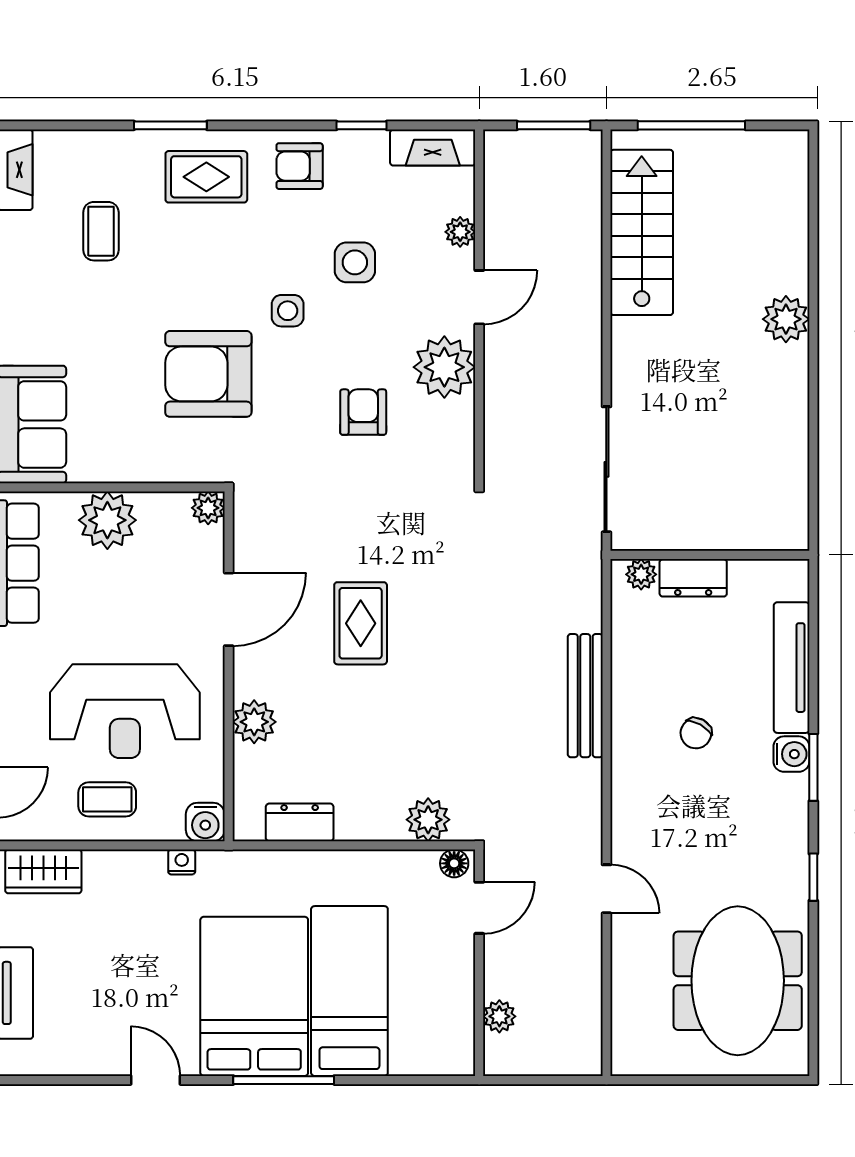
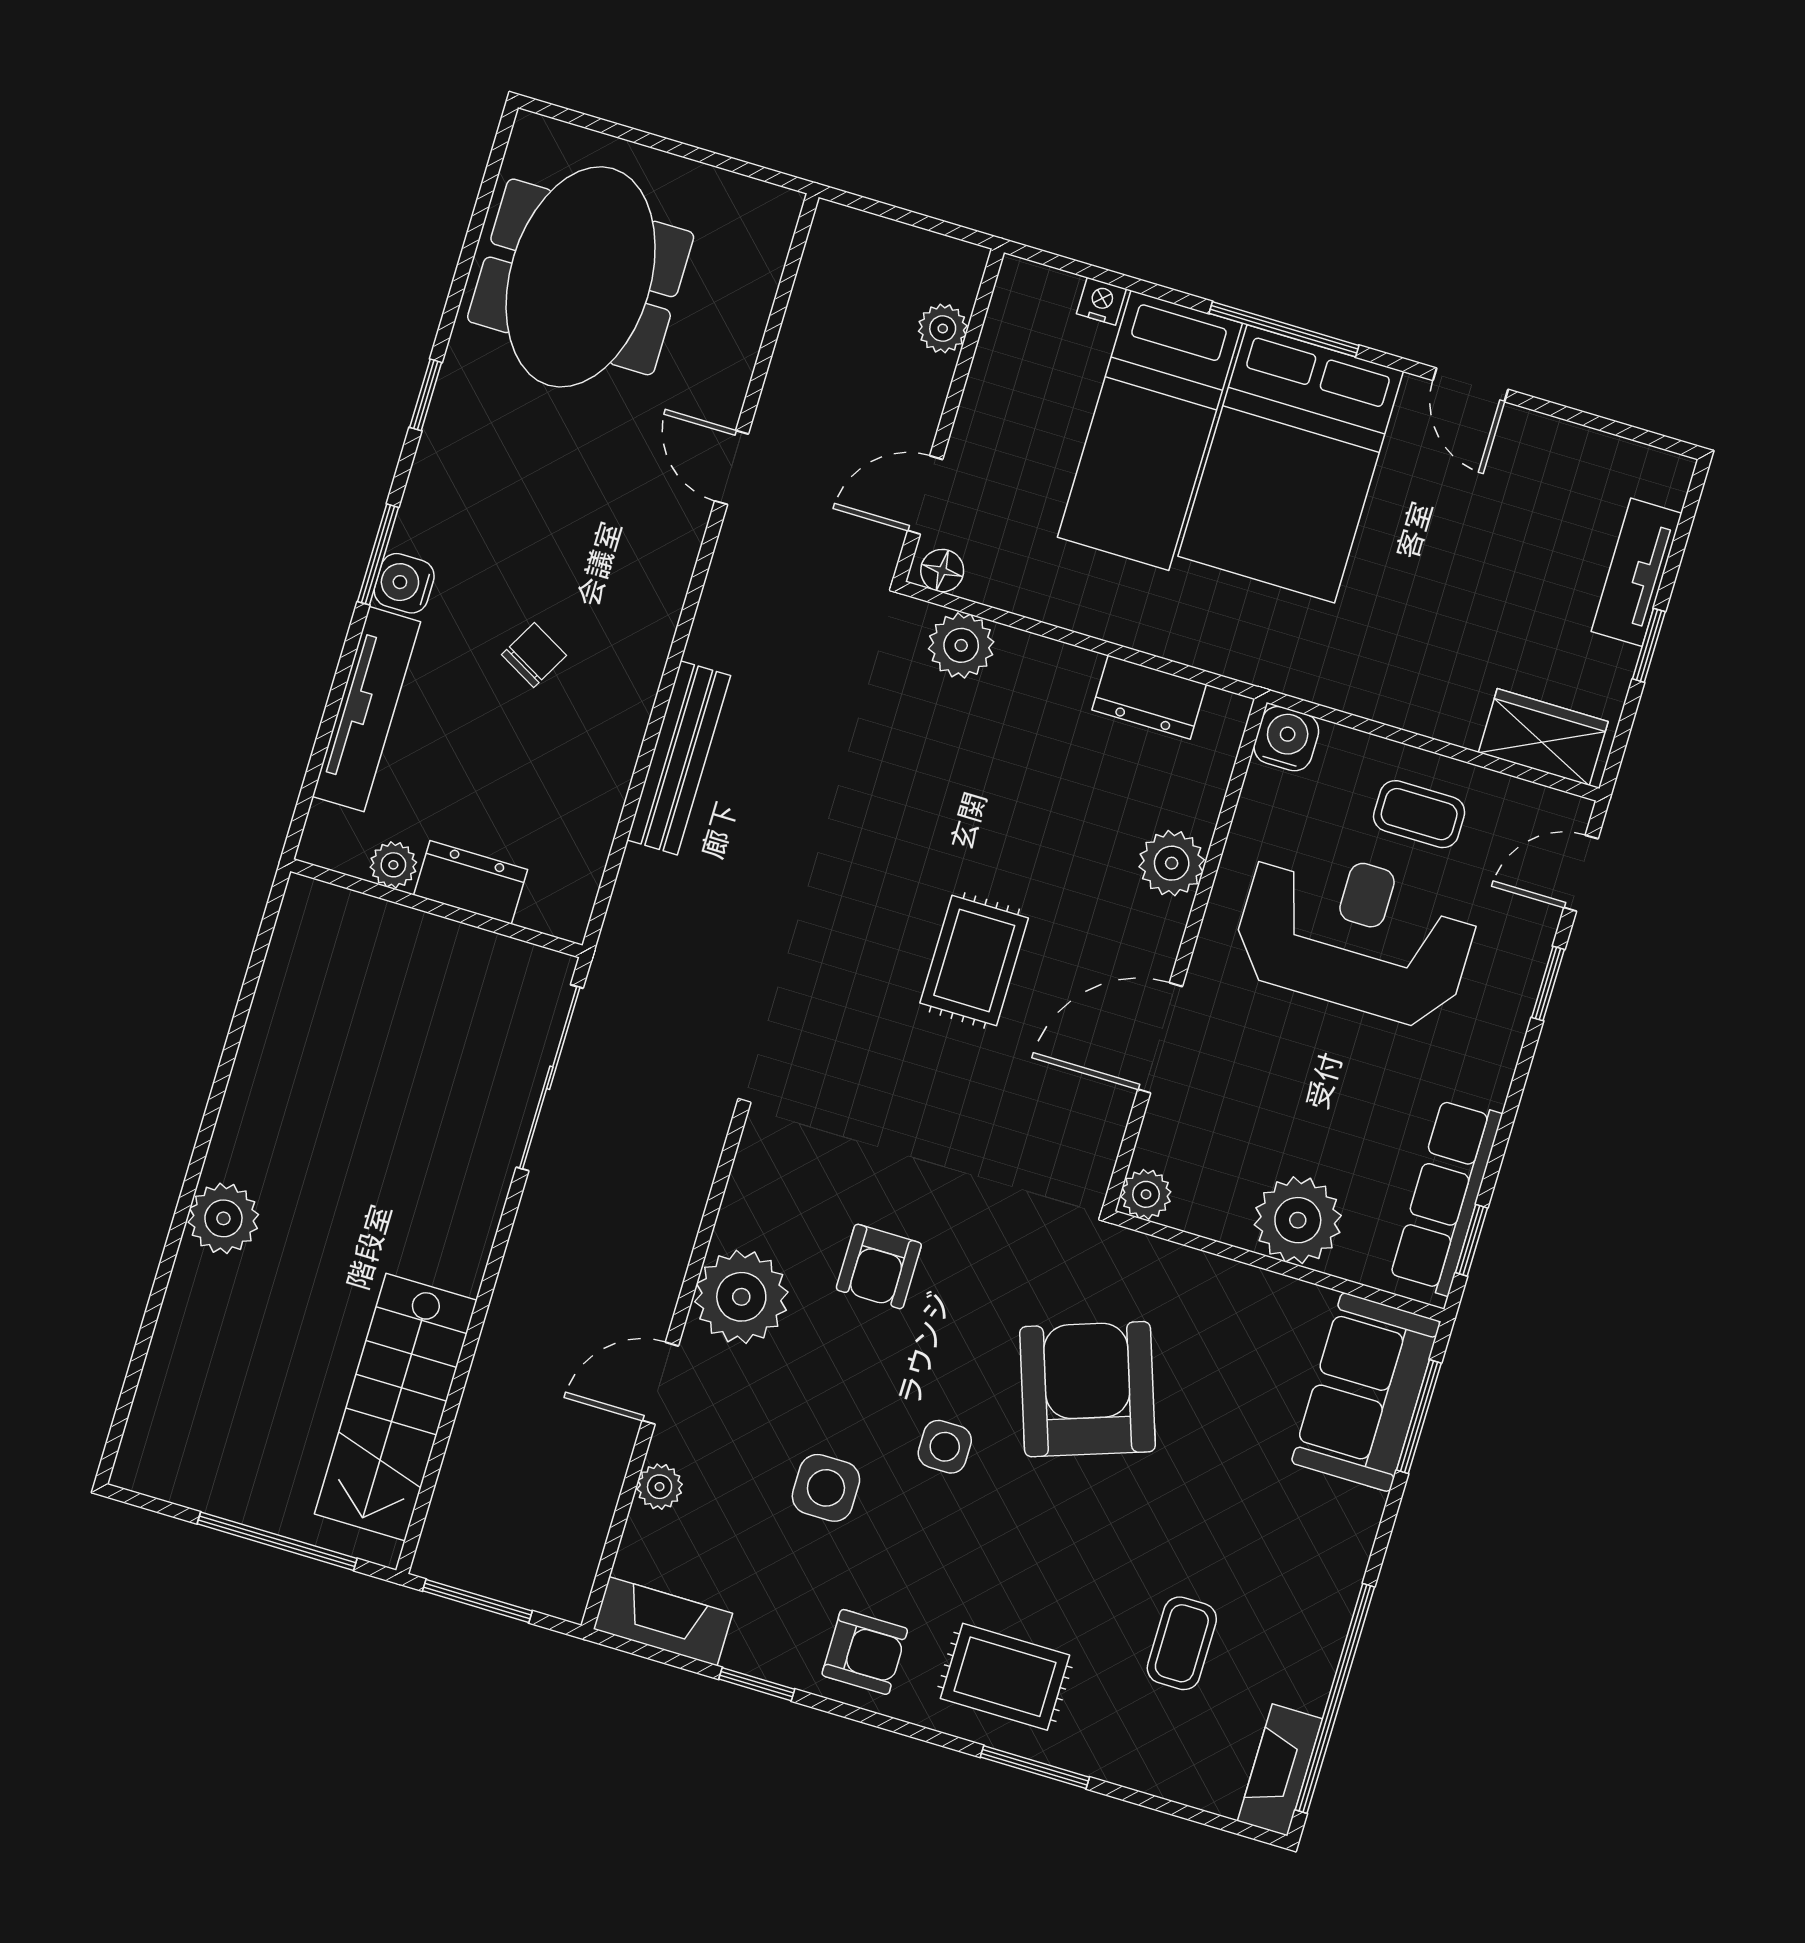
armchair: (208, 374) -> (1087, 1389), turned -109
plant: (641, 574) -> (393, 865), moved
nightstand: (182, 862) -> (1101, 301), moved, turned 180

